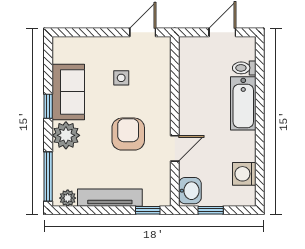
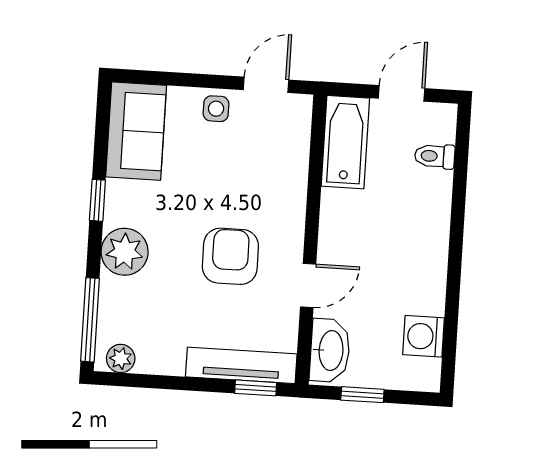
side table: (121, 78) -> (216, 109), moved
sofa: (68, 92) -> (136, 131), moved
bathtub: (243, 103) -> (345, 142), moved, turned 180
washbasin: (190, 191) -> (330, 350), width x1.38
tv unit: (110, 198) -> (241, 365), moved

